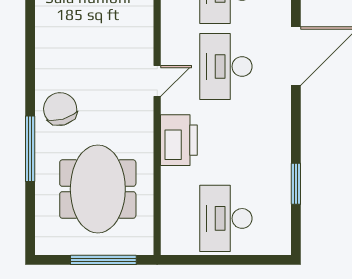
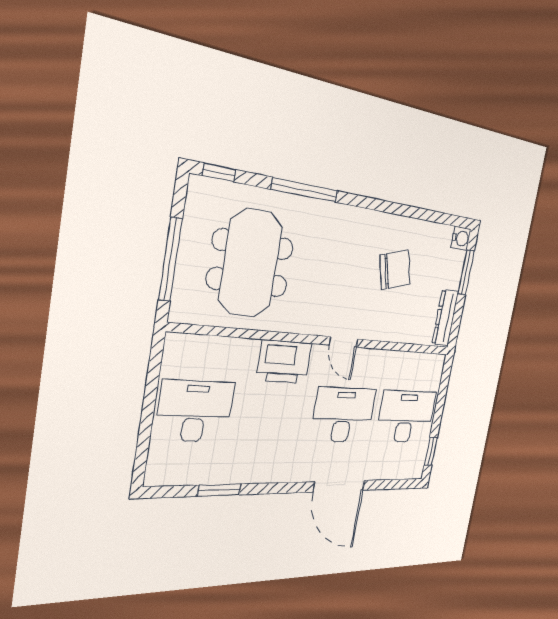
chair: (60, 109) -> (395, 270), moved
meeting table: (98, 189) -> (250, 263), turned 90
window: (30, 230) -> (219, 173), added

